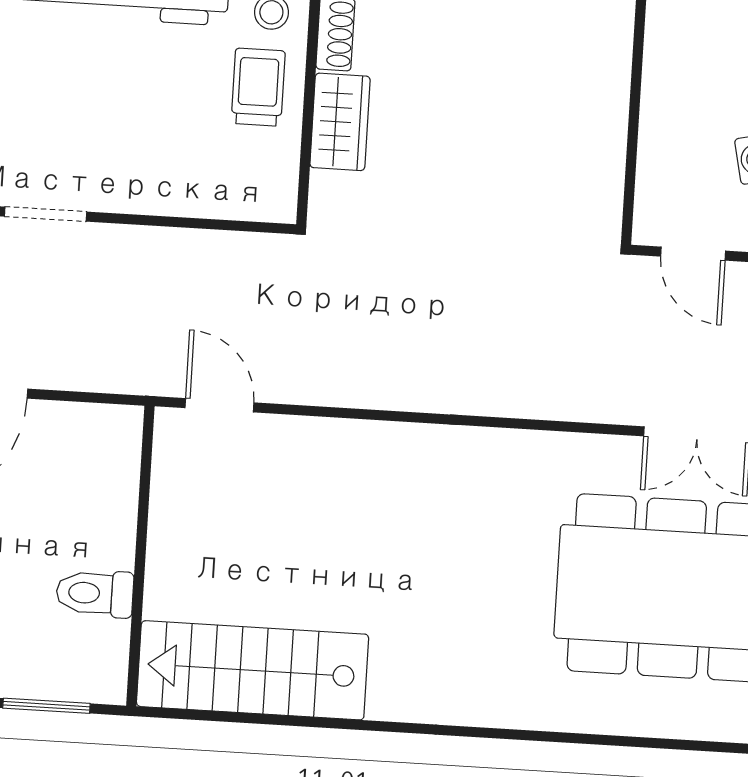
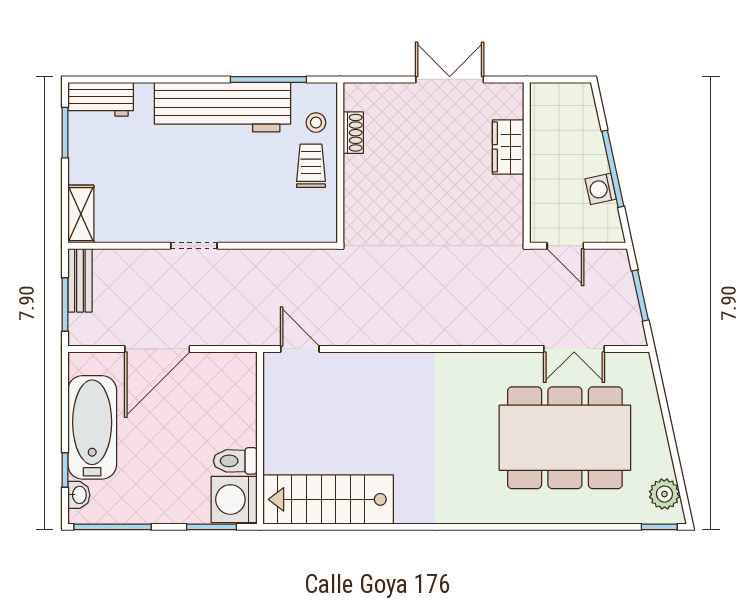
wardrobe: (340, 122) -> (508, 147), moved, turned 180
washing machine: (89, 661) -> (234, 500), added

